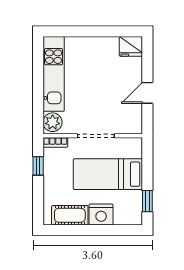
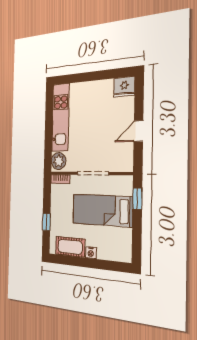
window: (38, 166) -> (46, 222), moved
window: (147, 201) -> (137, 199), moved
nightstand: (101, 215) -> (91, 253), width x0.53, depth x0.56

